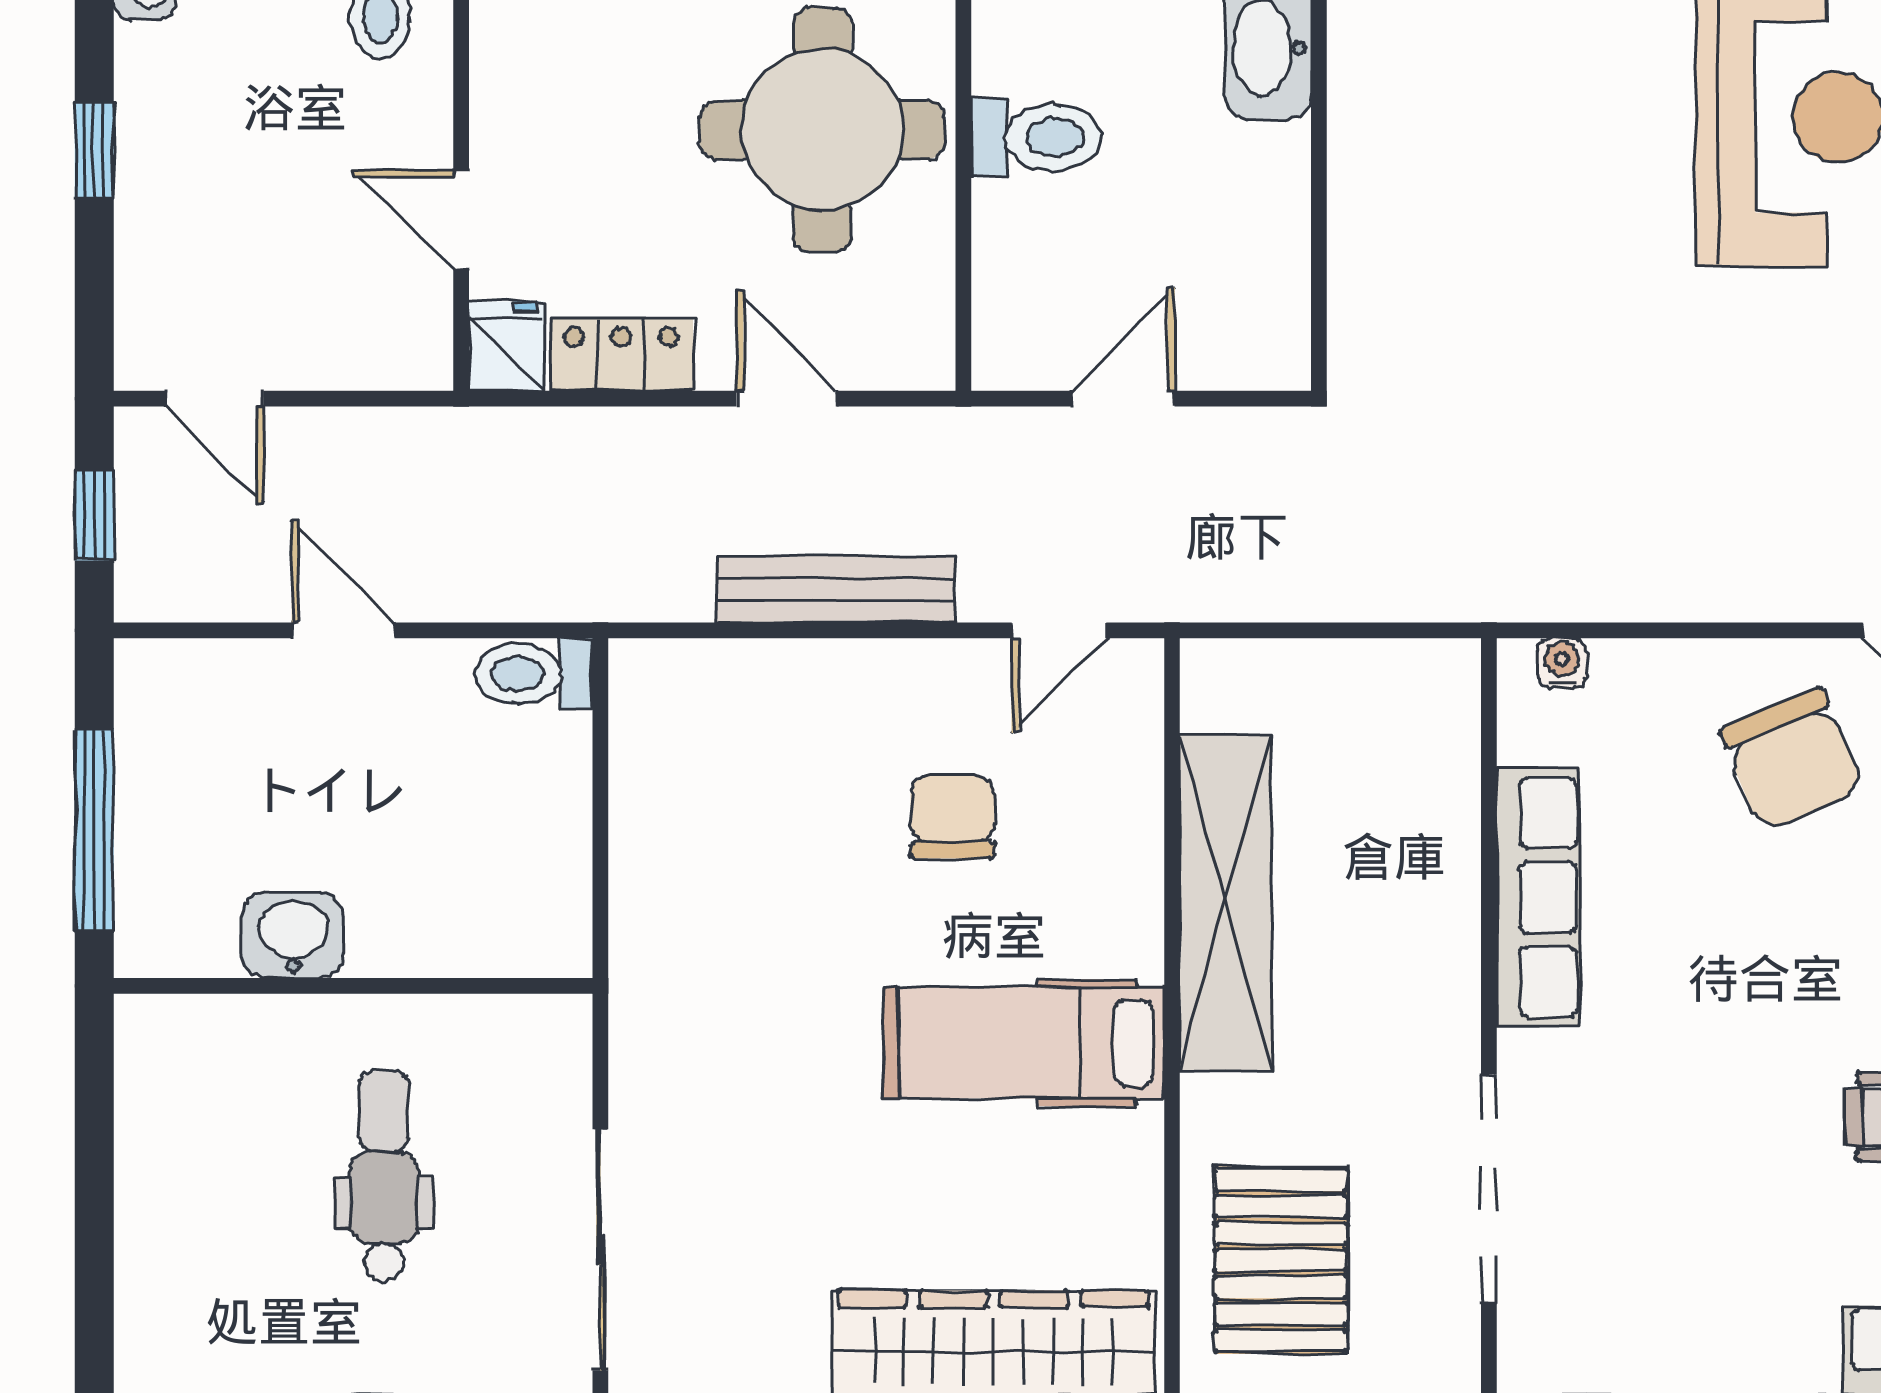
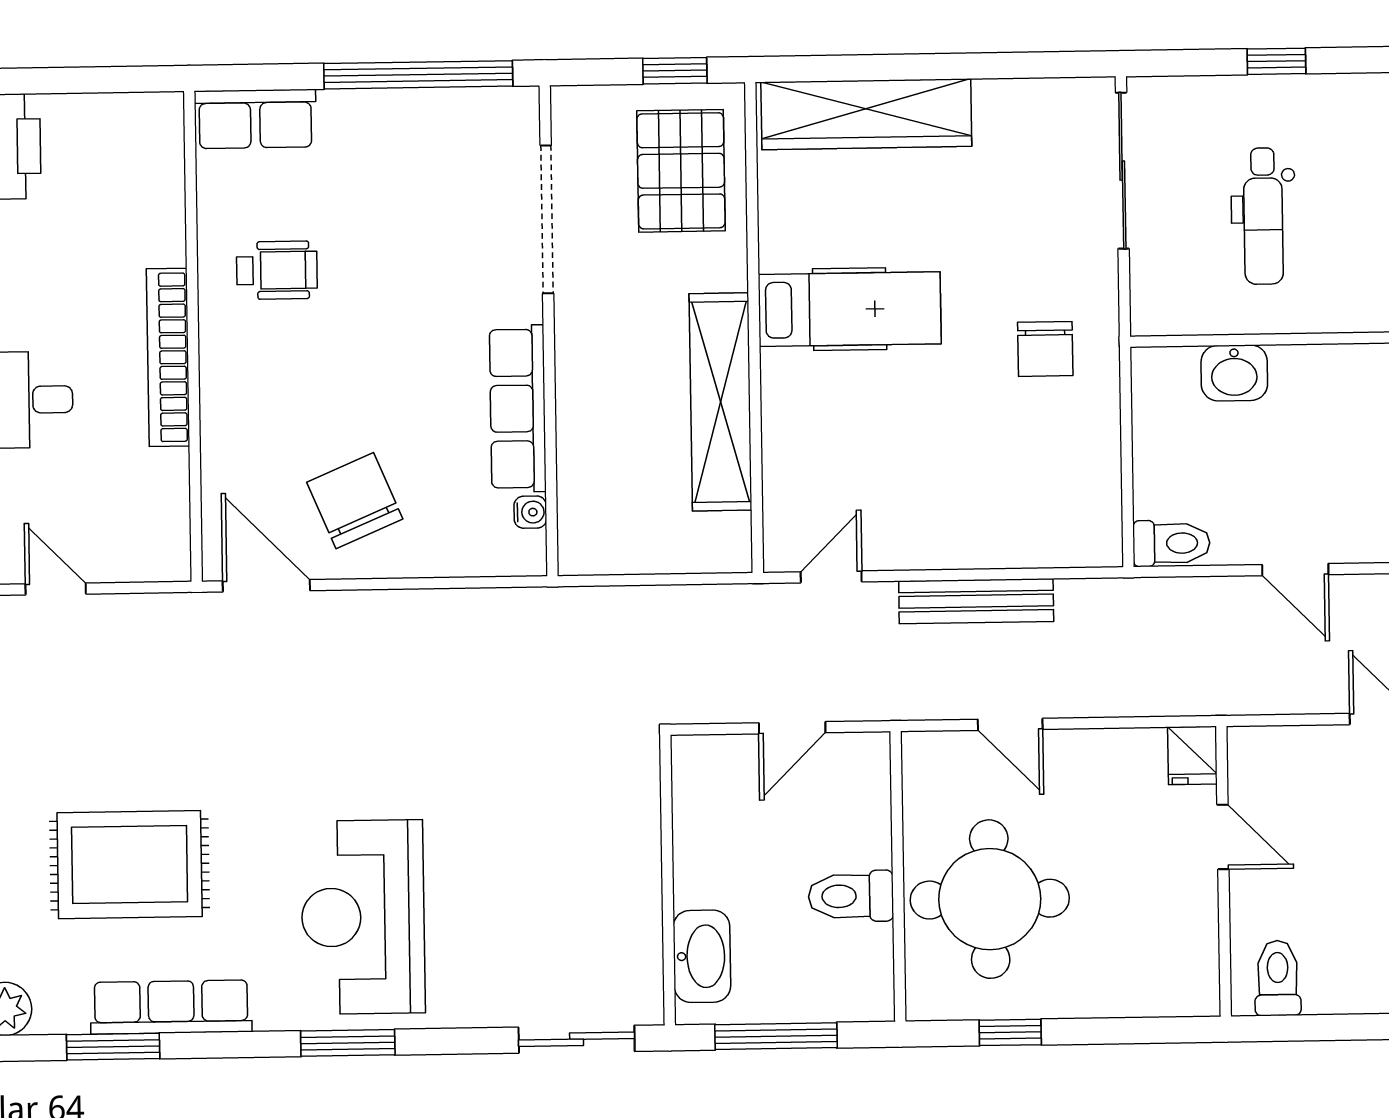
locker: (621, 355) -> (1118, 751), removed
water cooler: (1562, 663) -> (530, 512), moved, turned -90
chair: (953, 816) -> (1045, 349), moved
washbasin: (293, 935) -> (1234, 373), moved

